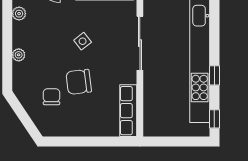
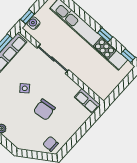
chair: (51, 97) -> (51, 144), moved
row of seats: (128, 111) -> (87, 101), width x0.68

